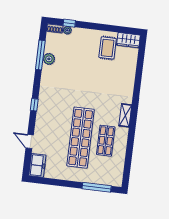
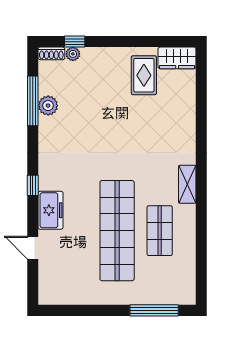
freezer: (37, 165) -> (51, 210), moved

